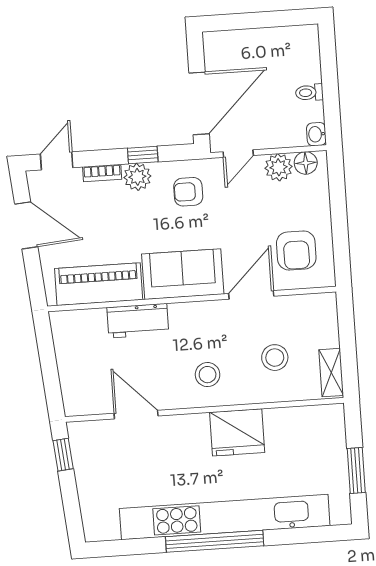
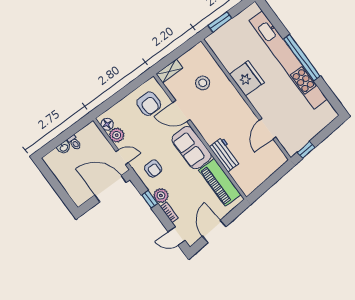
washbasin: (316, 134) -> (64, 148), moved
armchair: (296, 250) -> (149, 104), turned 90
shelving: (331, 373) -> (169, 71), moved
stool: (208, 375) -> (229, 108), removed
window: (356, 470) -> (220, 22), moved

